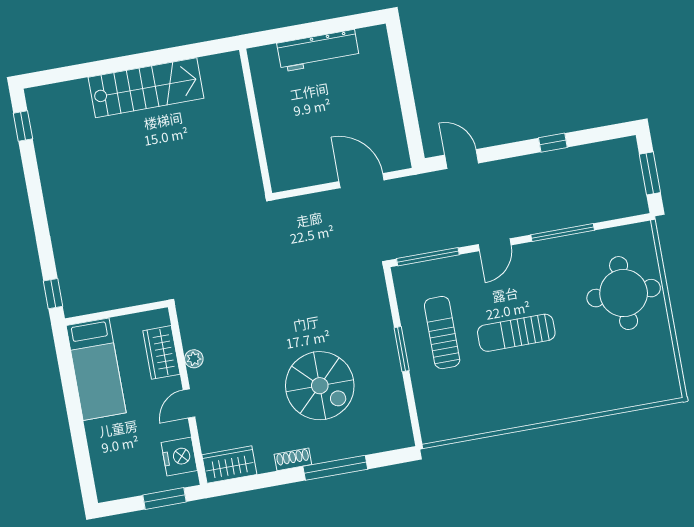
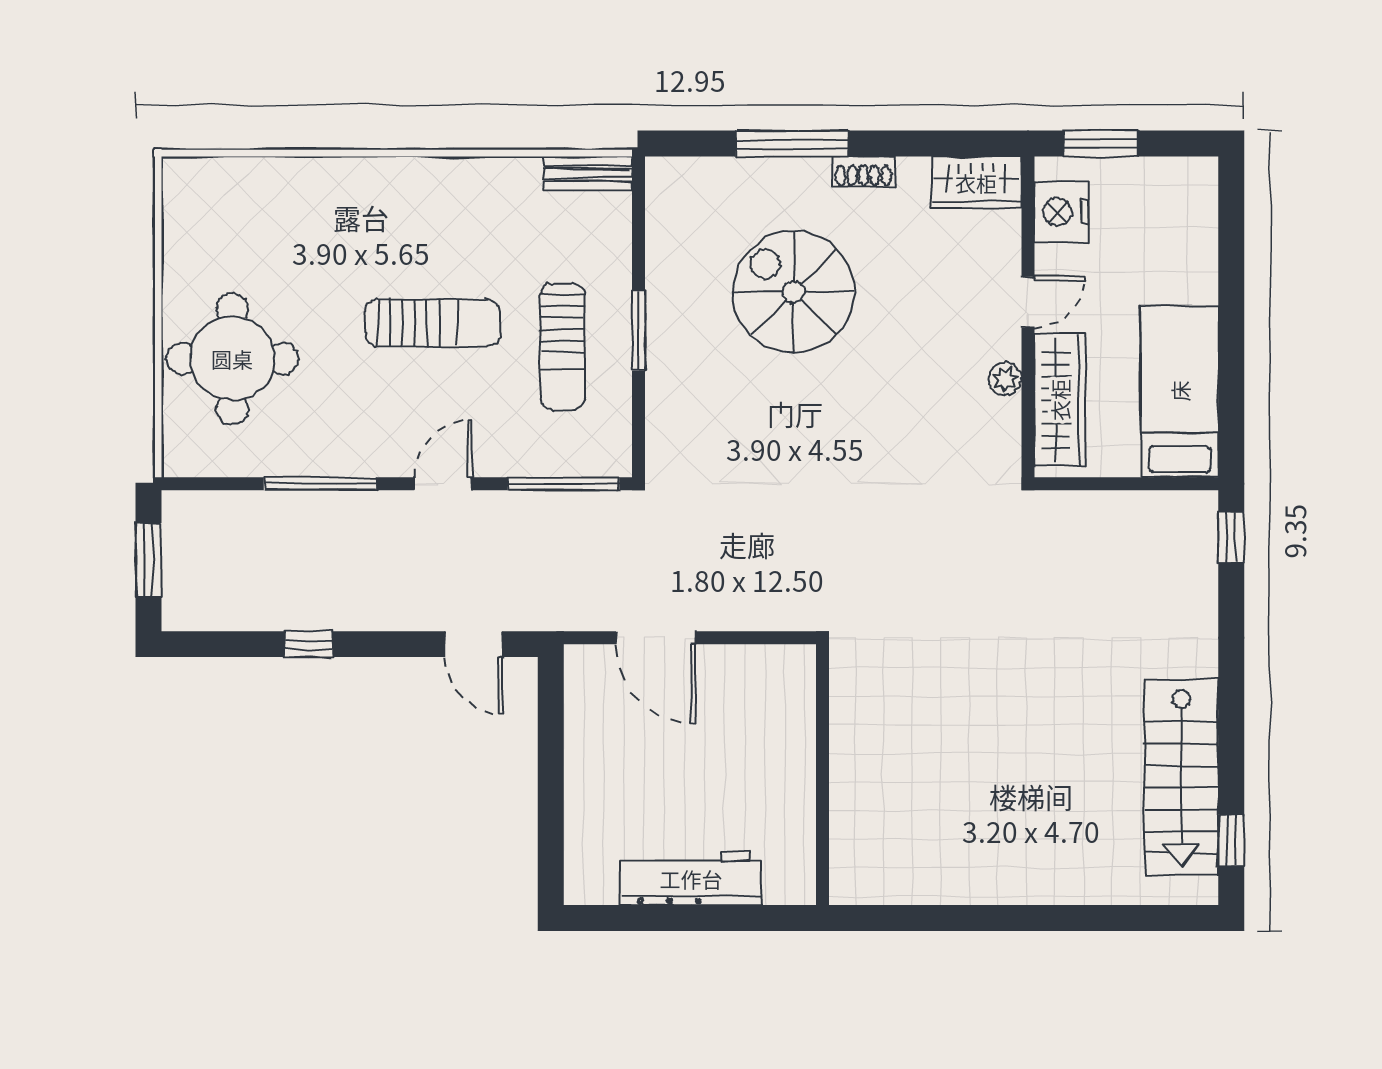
stairs: (146, 88) -> (1181, 777), moved, turned -90
wardrobe: (161, 352) -> (1060, 400), width x1.50
bench: (445, 431) -> (588, 173), added

